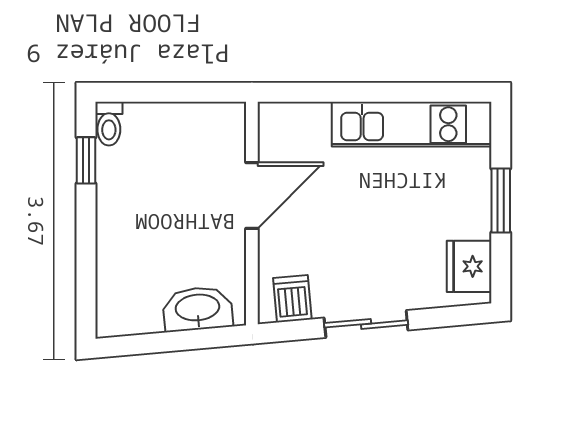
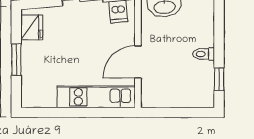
toilet: (109, 124) -> (204, 54), moved, turned -90
kitchen unit: (412, 124) -> (96, 97), moved

